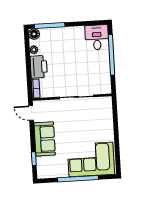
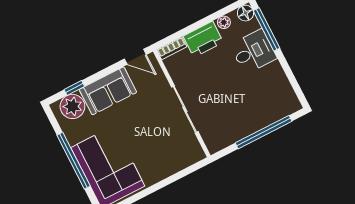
desk: (97, 37) -> (253, 52), moved
door: (31, 113) -> (135, 57), swing flipped
plant: (45, 165) -> (72, 106), added

